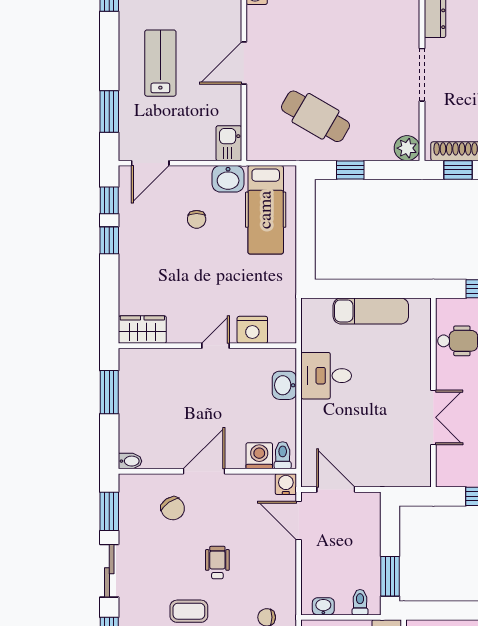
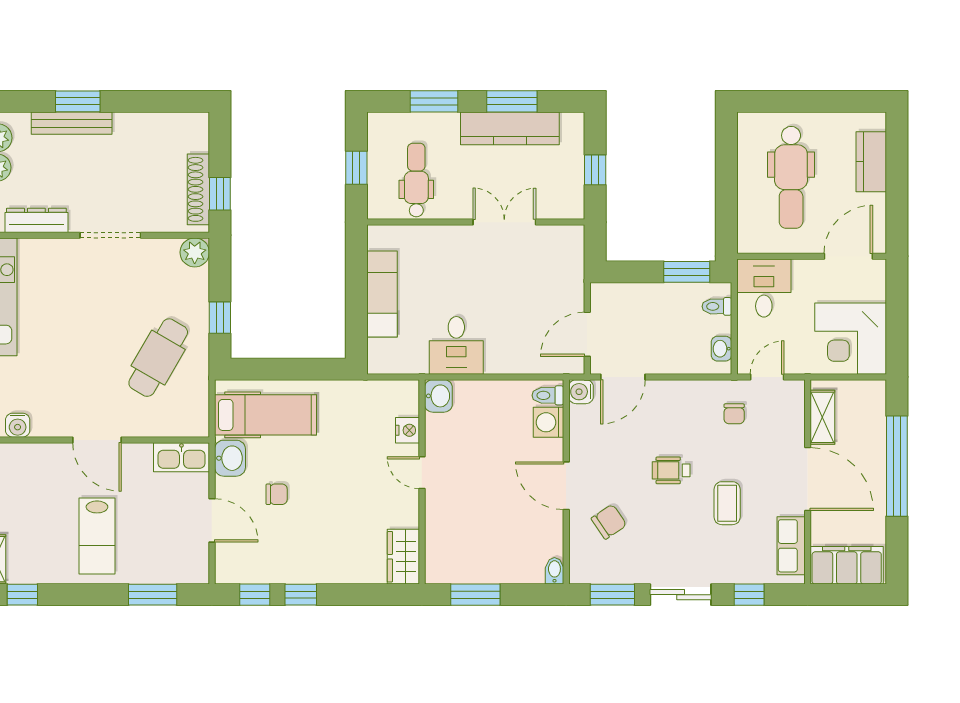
lab bench: (160, 63) -> (97, 536), turned -90
kitchen sink: (229, 143) -> (181, 457), width x1.38
door: (150, 163) -> (212, 520), moved
nightstand: (252, 330) -> (407, 430), width x0.74, depth x0.75
washbasin: (284, 385) -> (438, 396), moved, turned -90

